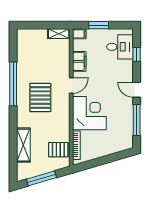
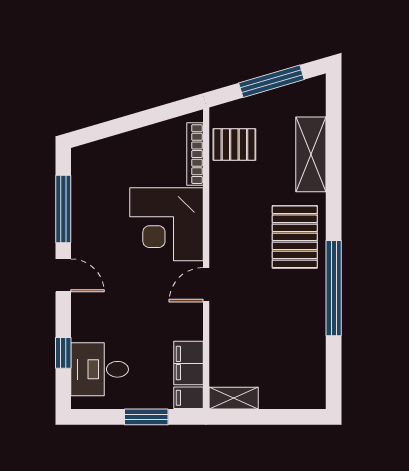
filing cabinet: (79, 61) -> (189, 363), moved
pallet: (40, 98) -> (295, 237), moved

